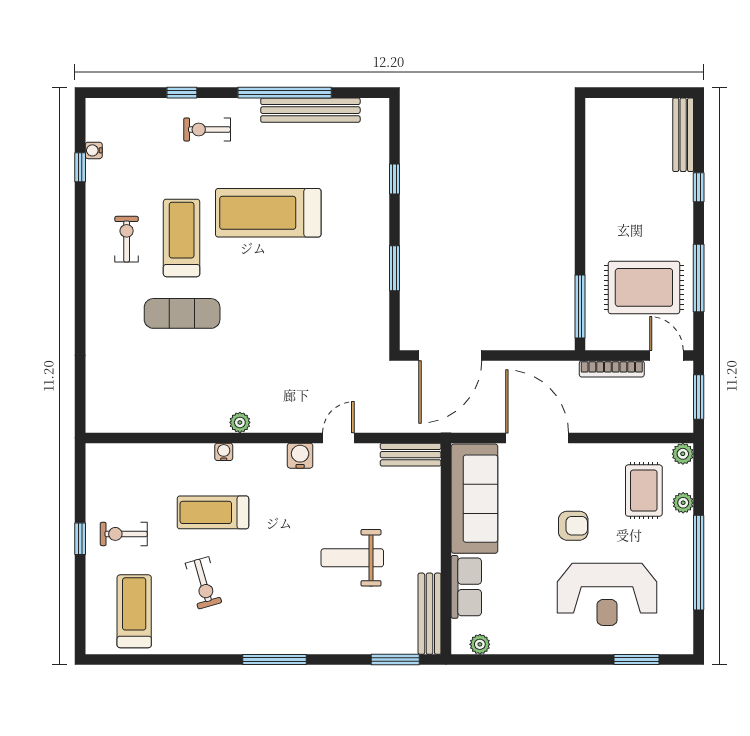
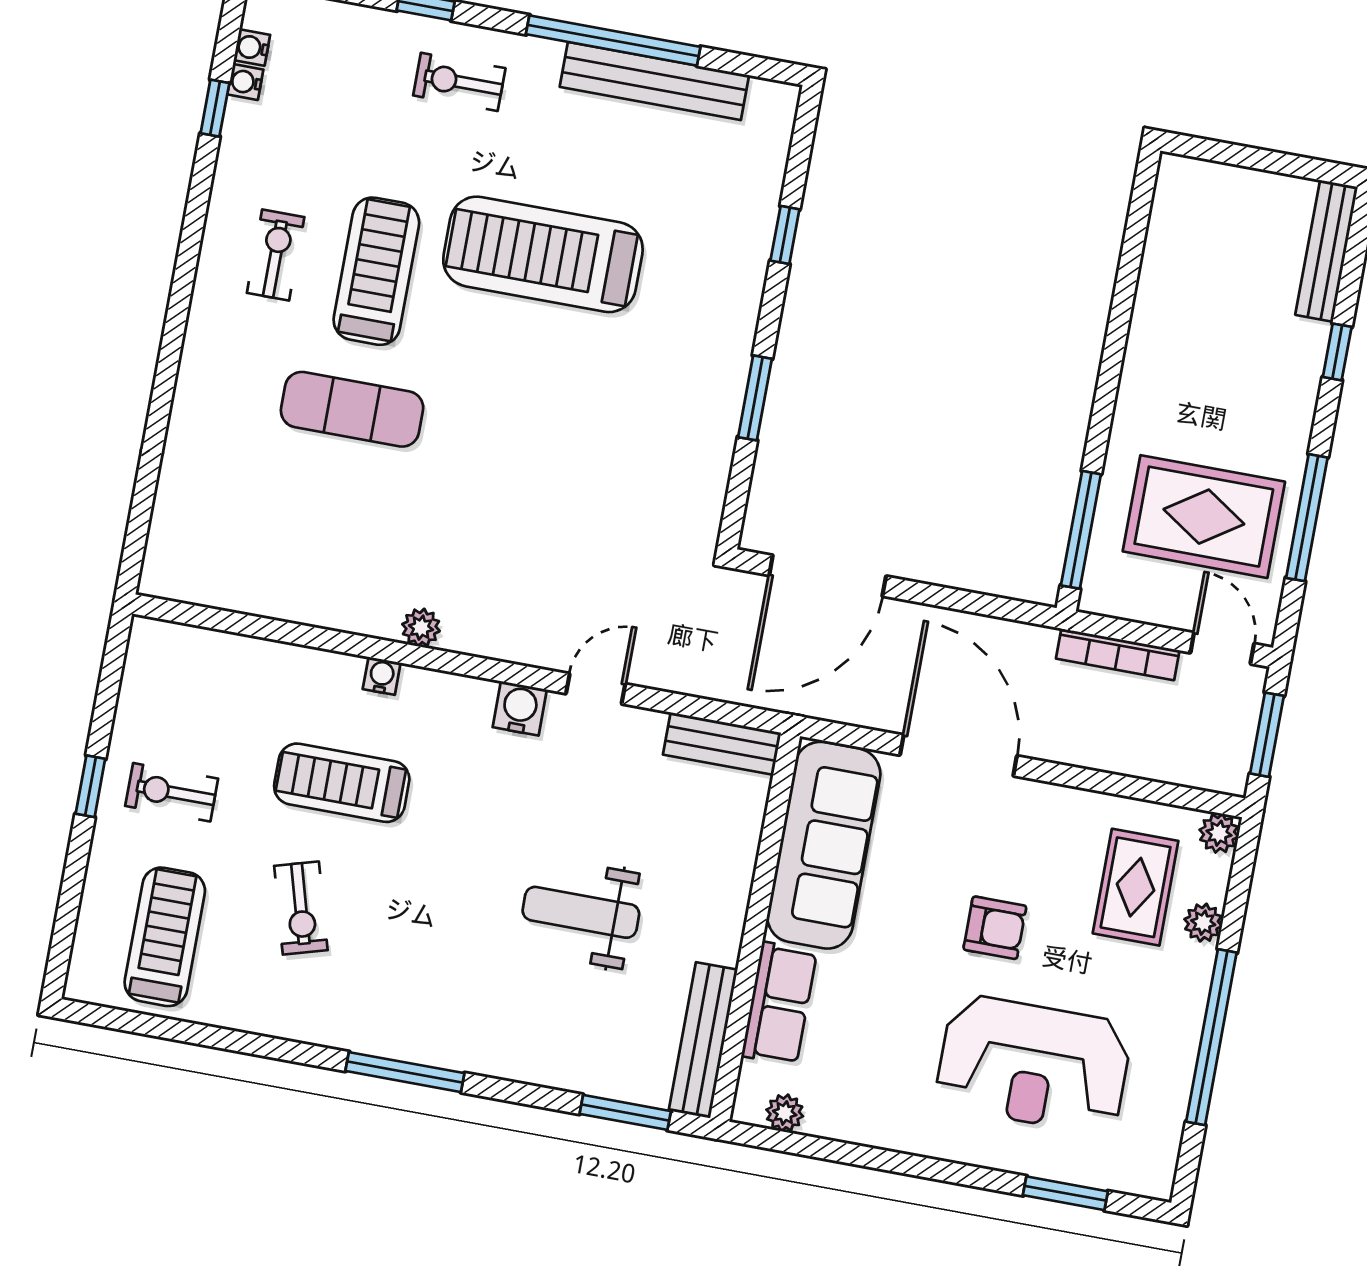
water cooler: (94, 131) -> (252, 47), added

